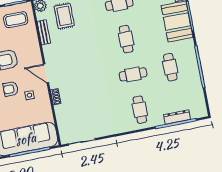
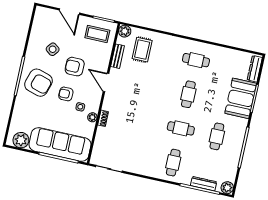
door: (46, 73) -> (106, 82), moved
plant: (45, 100) -> (92, 117), added
plant: (201, 111) -> (227, 188), added

